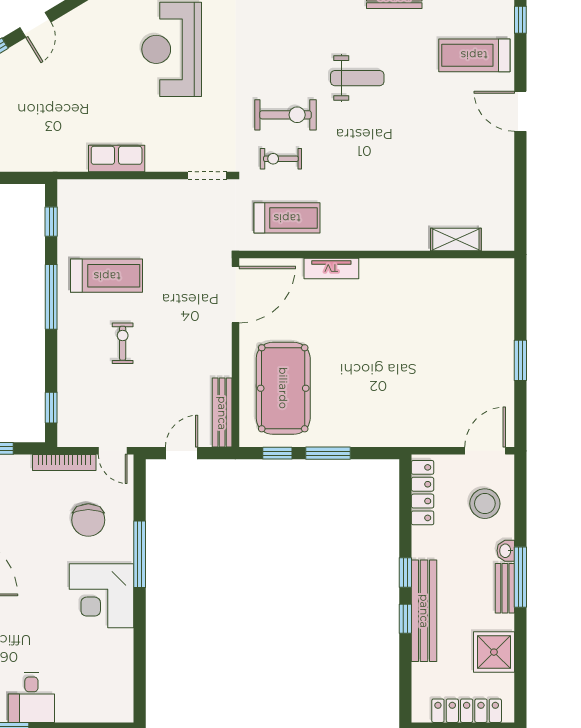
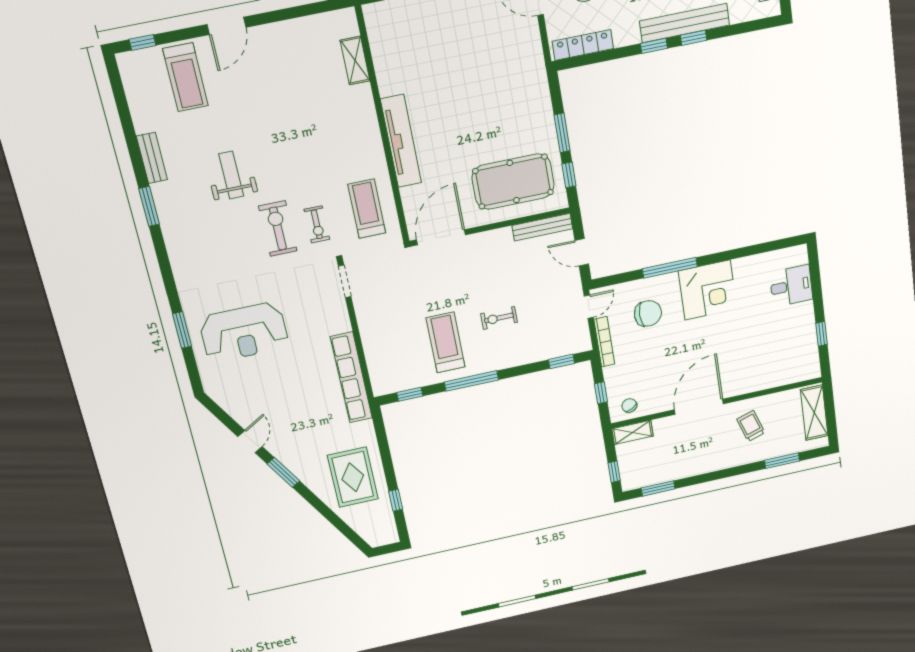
door: (35, 25) -> (250, 441), hinge flipped
row of seats: (117, 158) -> (351, 378), width x2.02
tv unit: (331, 268) -> (401, 141), width x1.92, depth x1.29
door: (235, 295) -> (441, 237), hinge flipped
desk: (31, 698) -> (791, 286), moved

